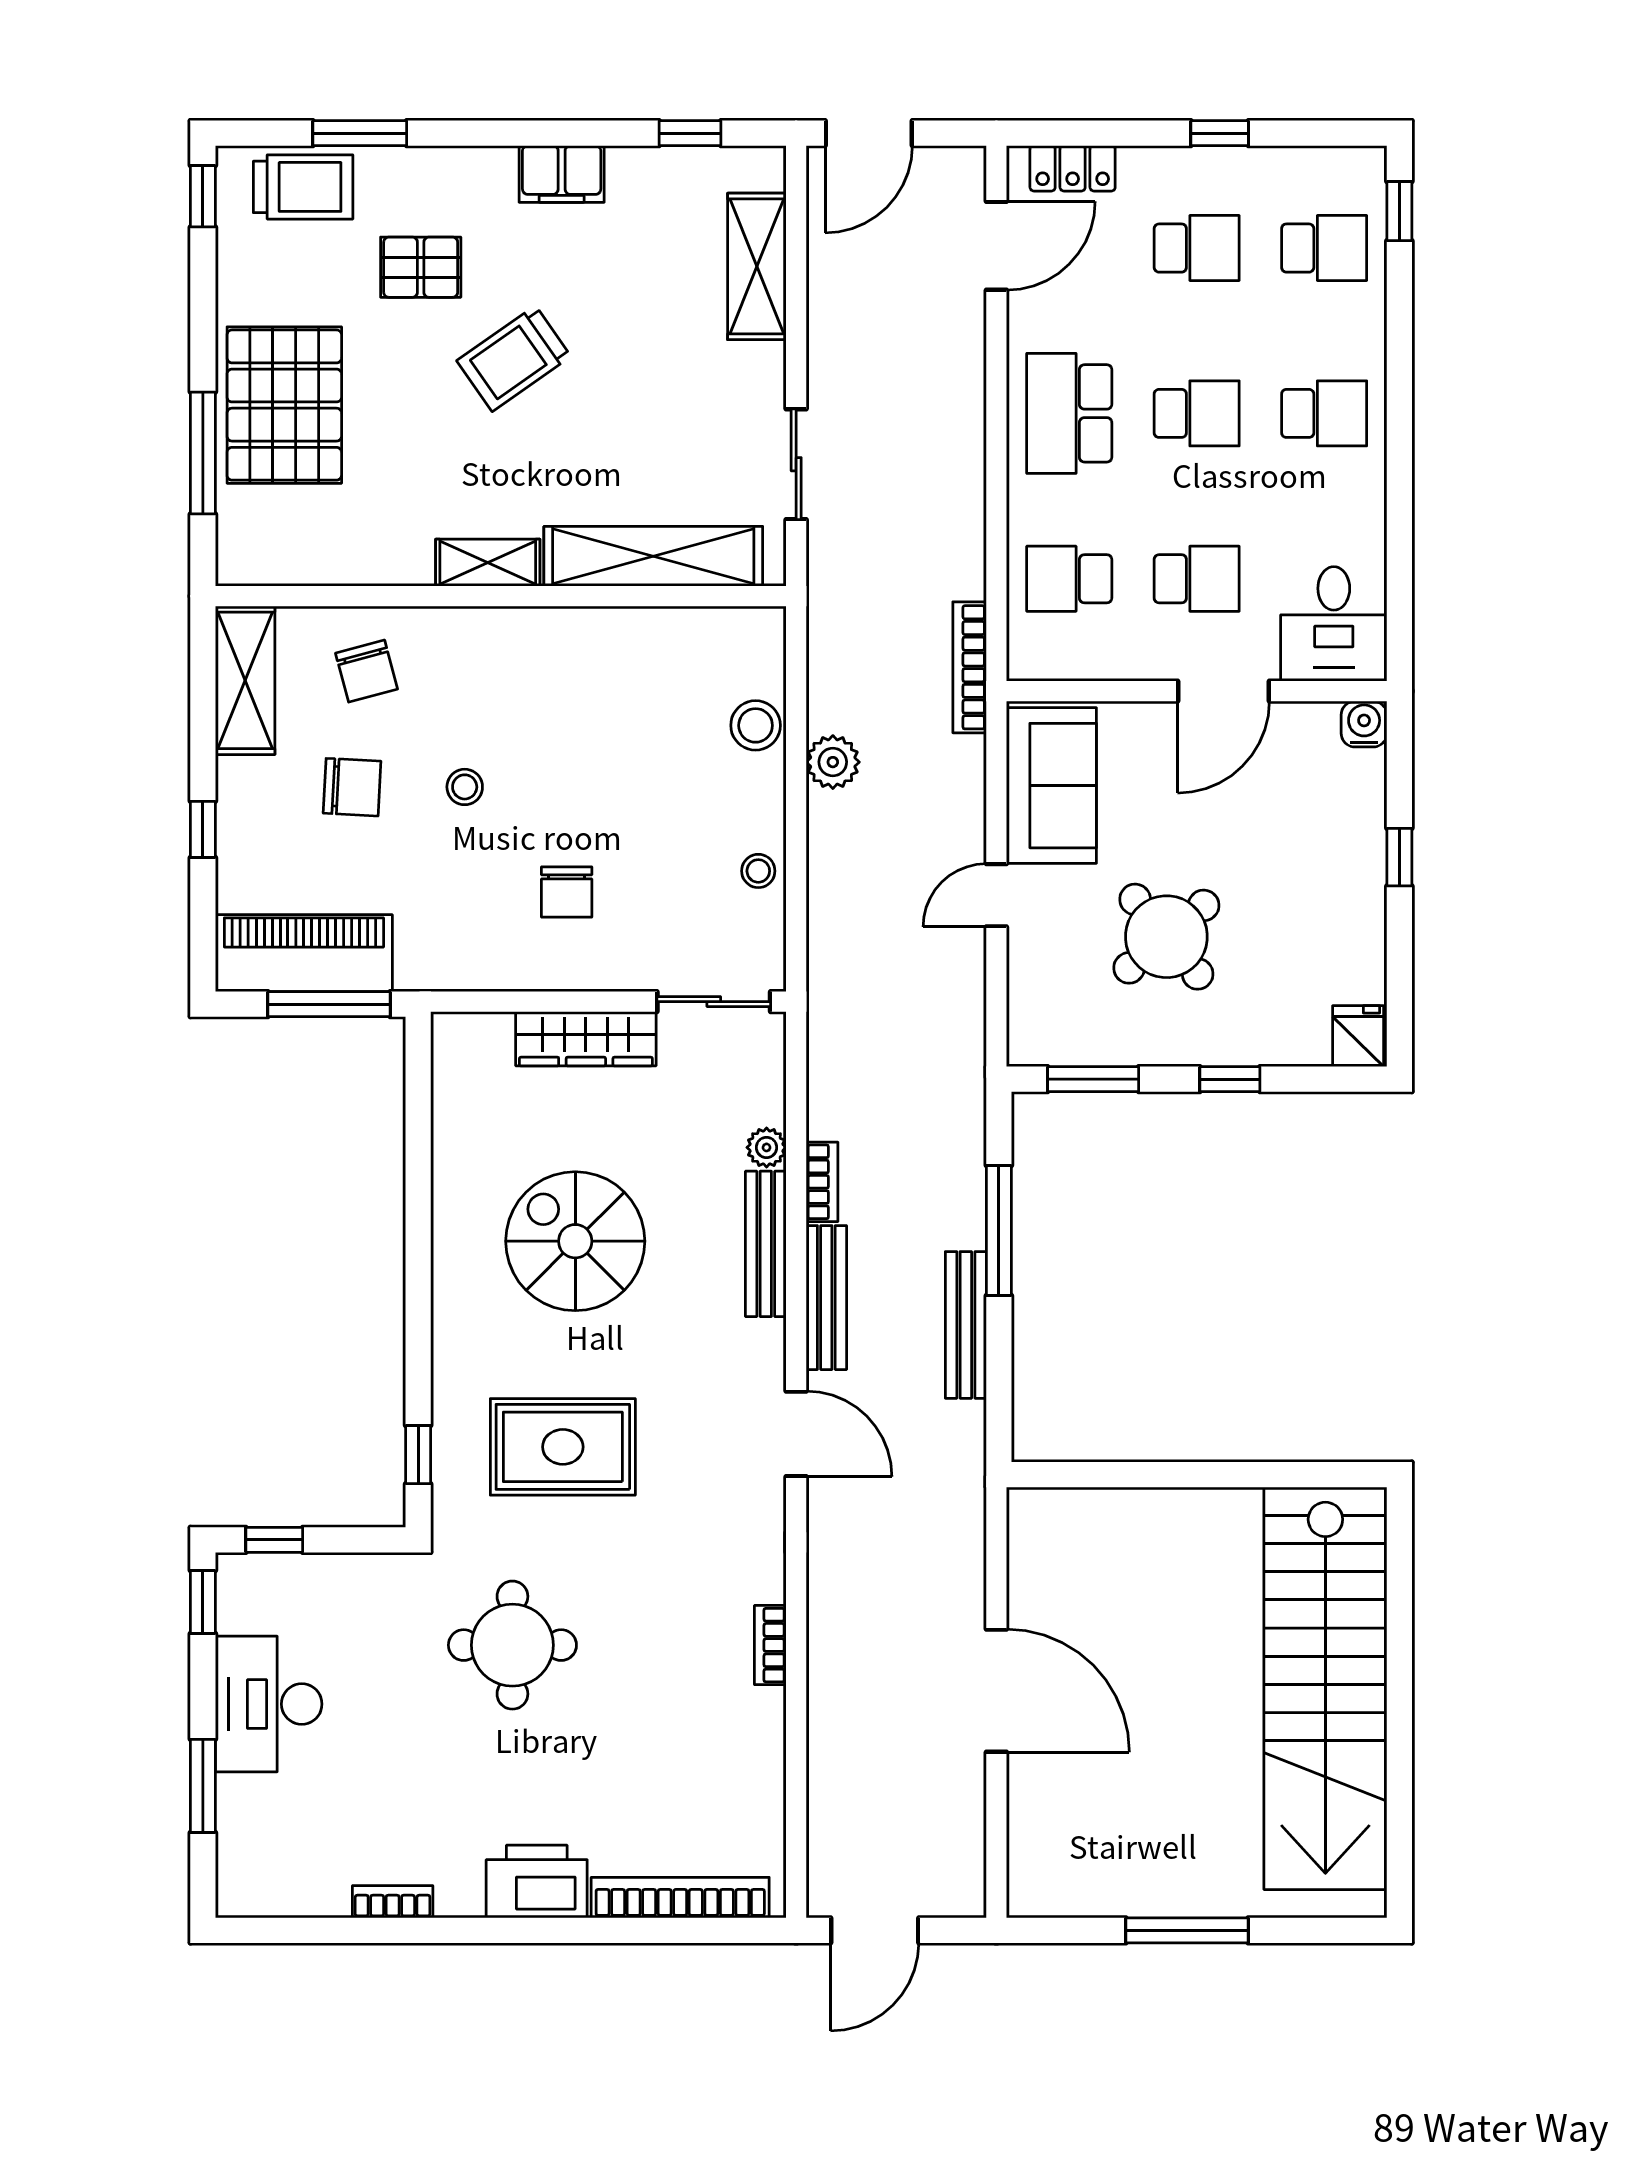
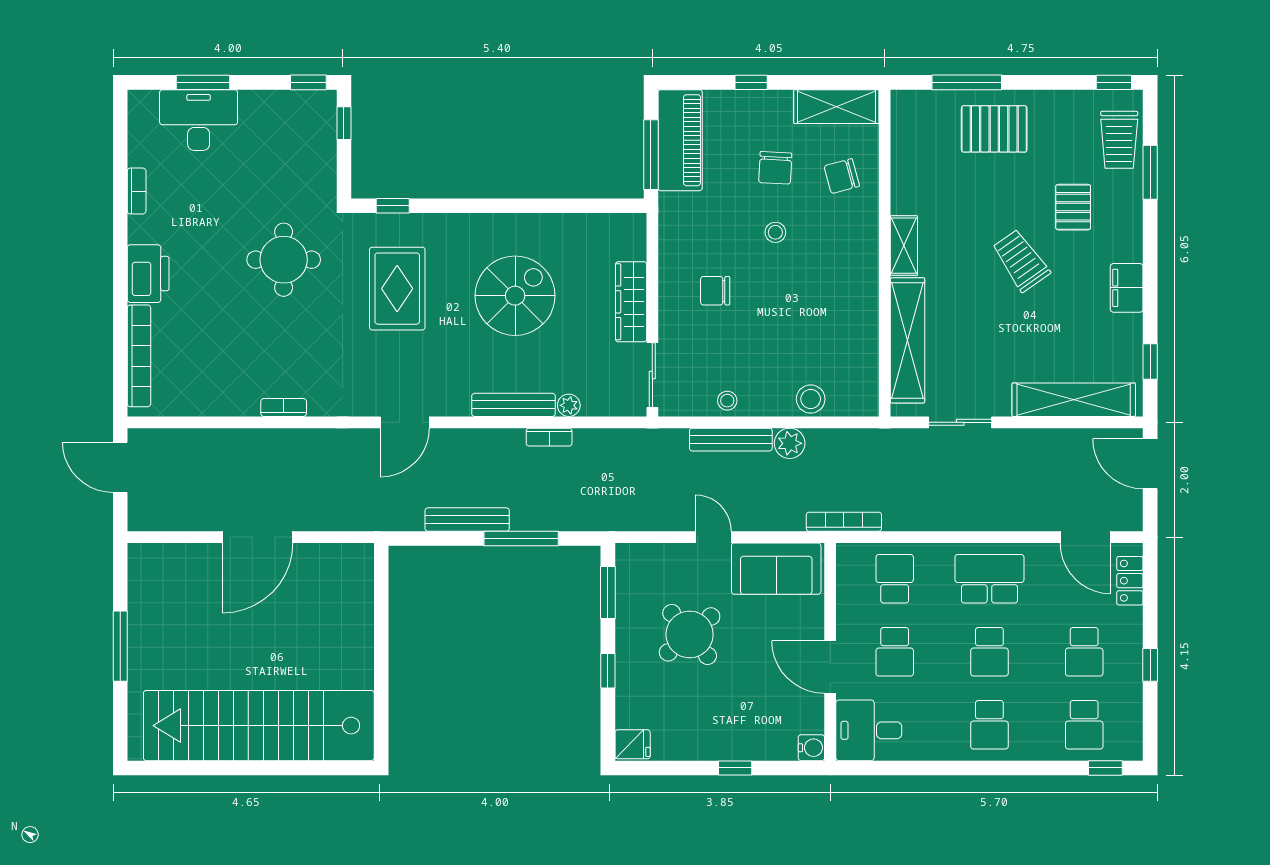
shelving: (757, 266) -> (1074, 400), width x1.47
pallet: (284, 405) -> (994, 129), width x0.73, depth x0.71
bench: (826, 1298) -> (731, 440), moved
desk: (269, 1704) -> (199, 120), moved

